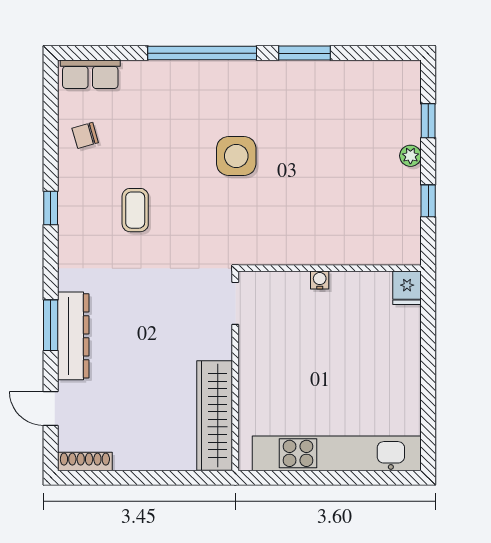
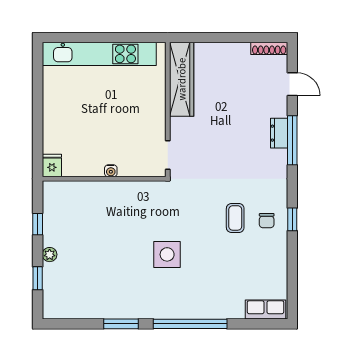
chair: (85, 135) -> (267, 221), moved, turned 106
window: (51, 325) -> (292, 140), width x1.44
dresser: (73, 336) -> (279, 133), width x0.51, depth x0.80

